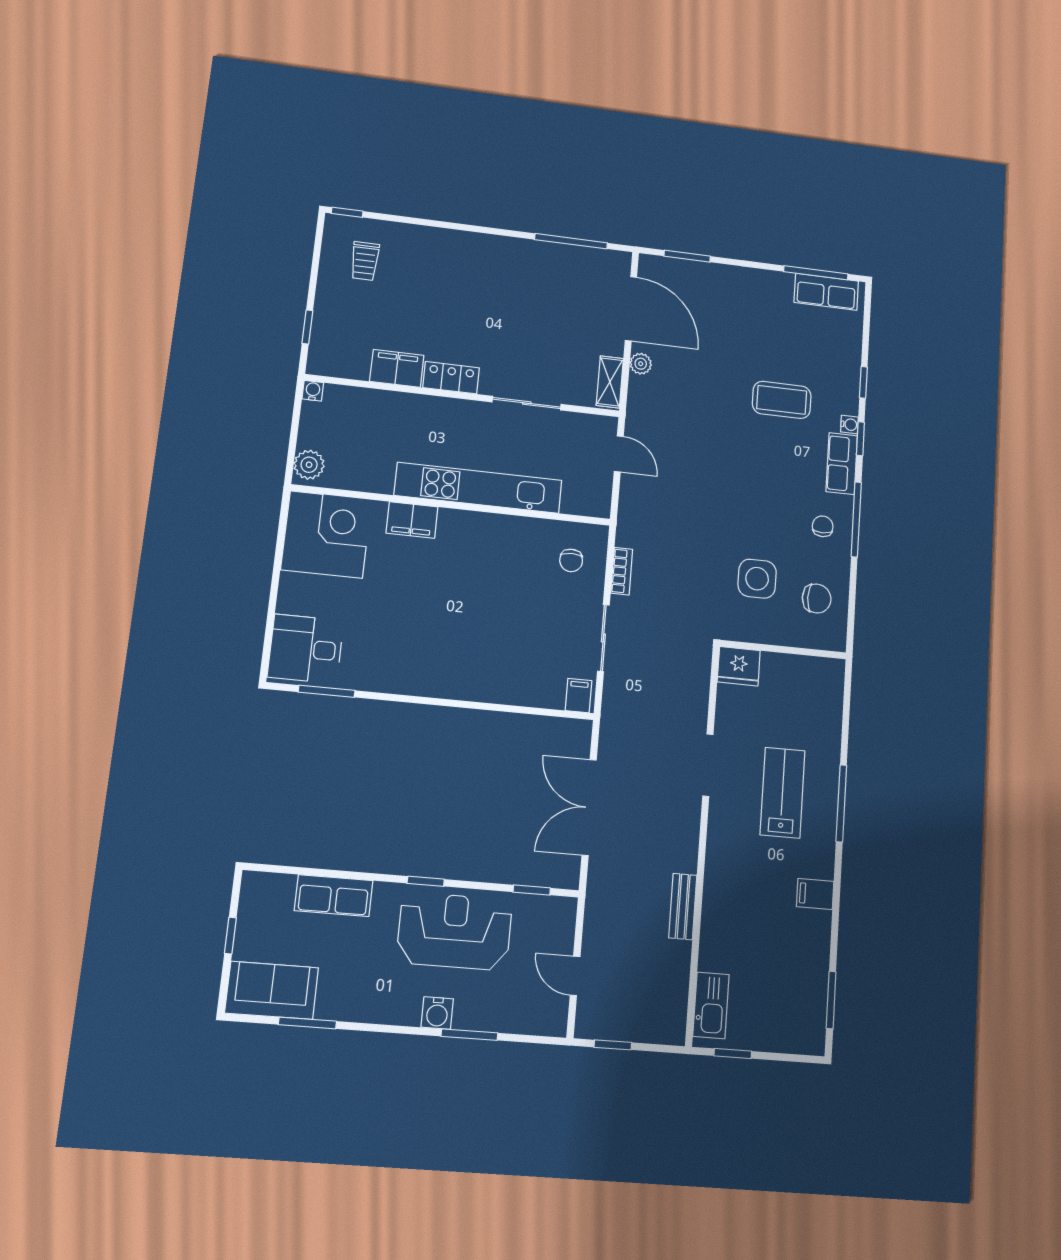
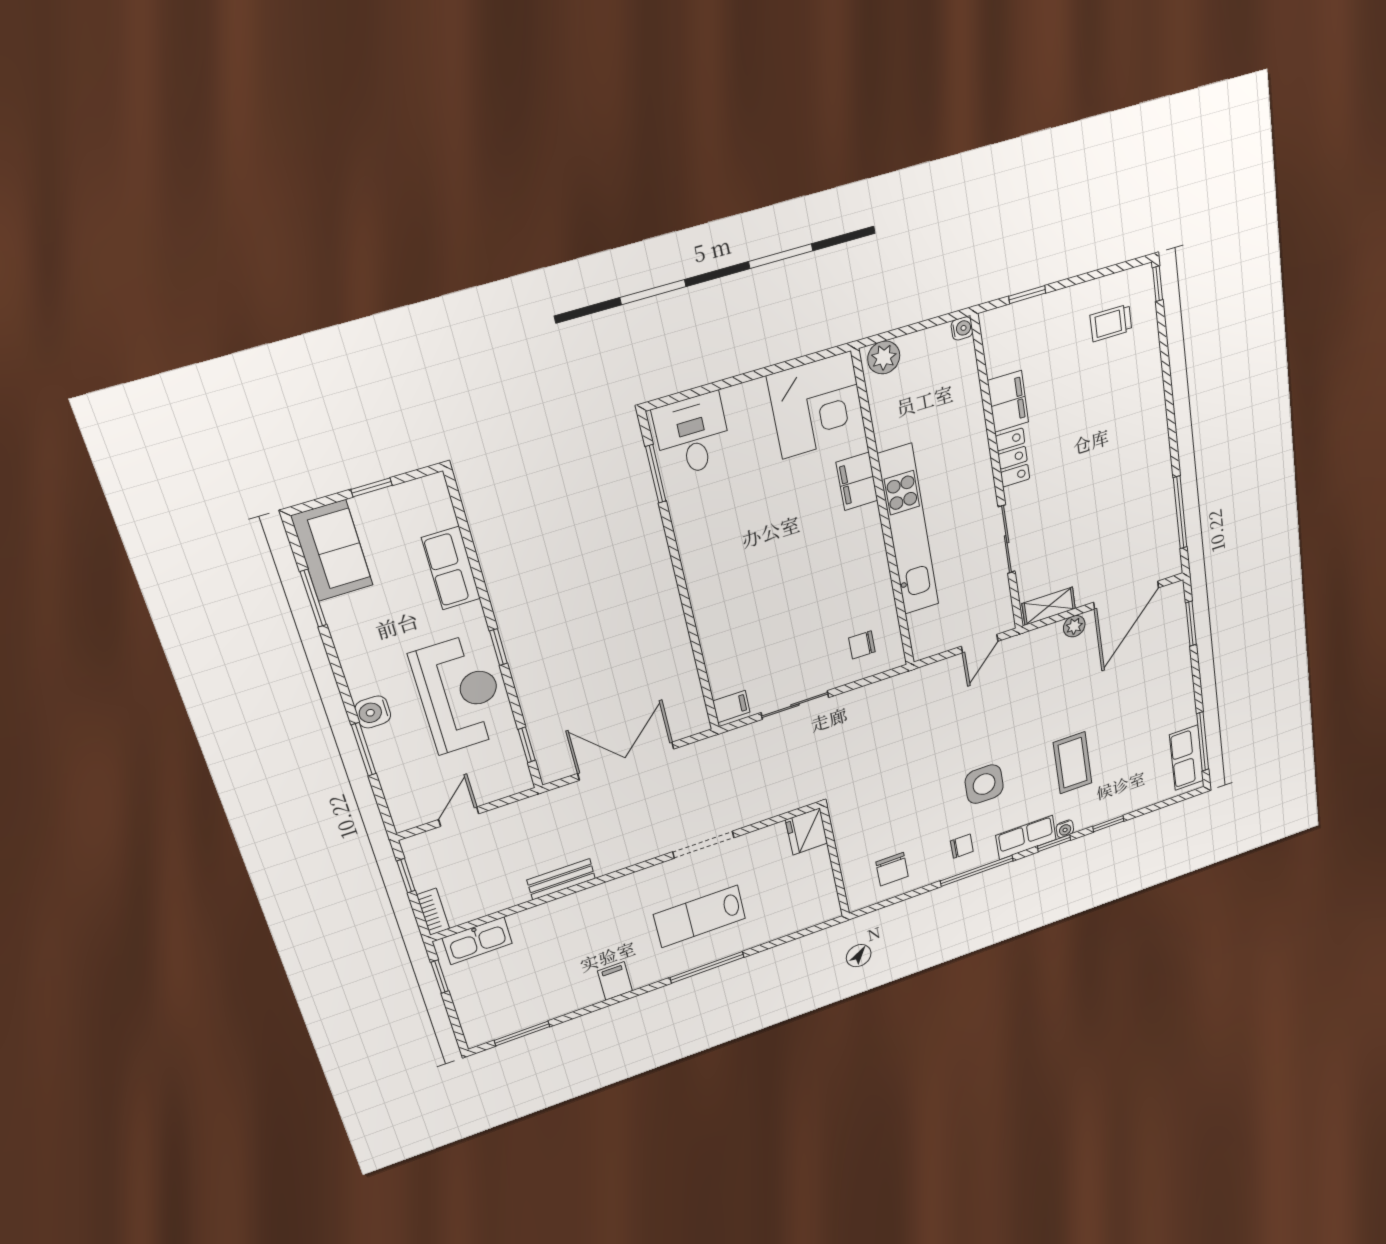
bookcase: (622, 571) -> (433, 912), moved, turned -90
side table: (757, 579) -> (984, 784), moved
lab bench: (783, 793) -> (700, 916), turned 180

